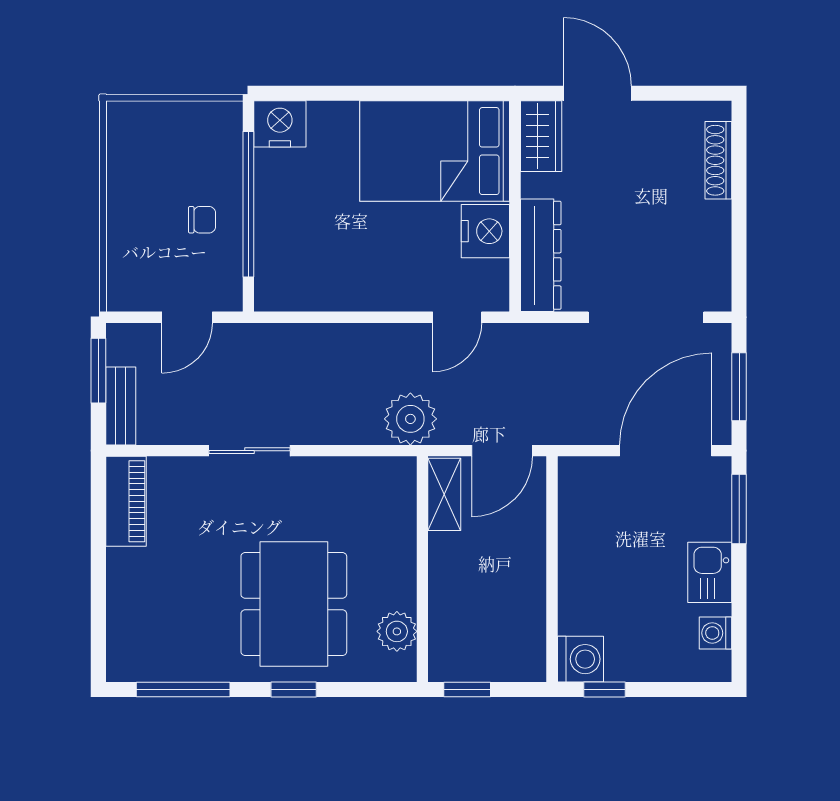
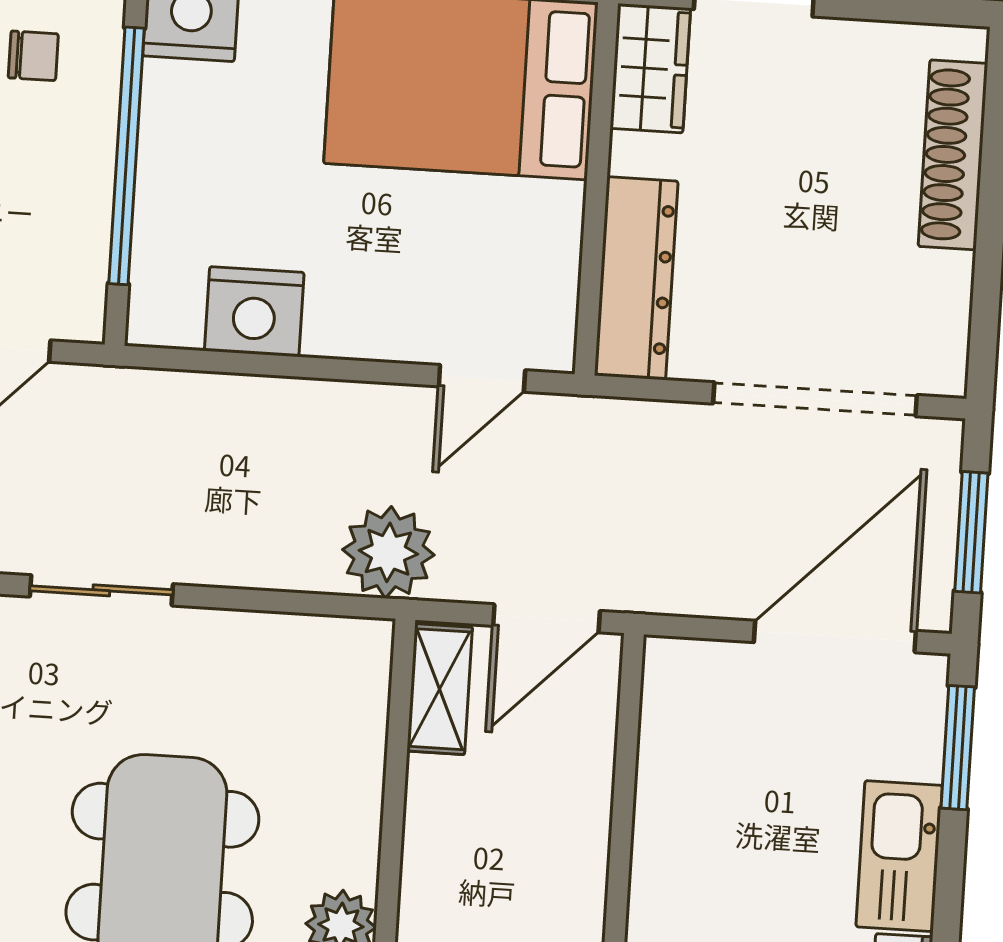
shoe rack: (718, 160) -> (953, 155), width x1.36, depth x1.24
chair: (202, 220) -> (33, 56), moved
nightstand: (485, 231) -> (254, 312), moved, turned 90
kitchen sink: (710, 572) -> (899, 856), width x1.38

